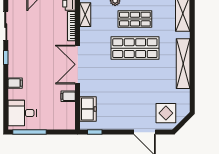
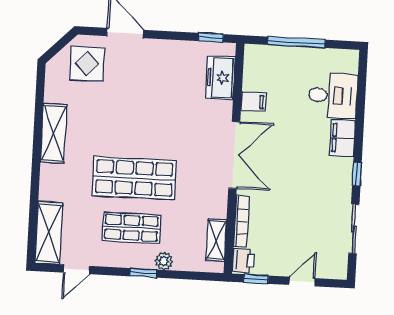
shelving: (183, 64) -> (54, 133), width x0.68
filing cabinet: (15, 83) -> (343, 138), width x2.00
desk: (22, 113) -> (333, 95), moved
window: (29, 132) -> (296, 42), moved

